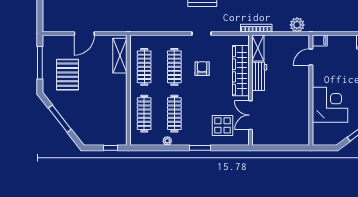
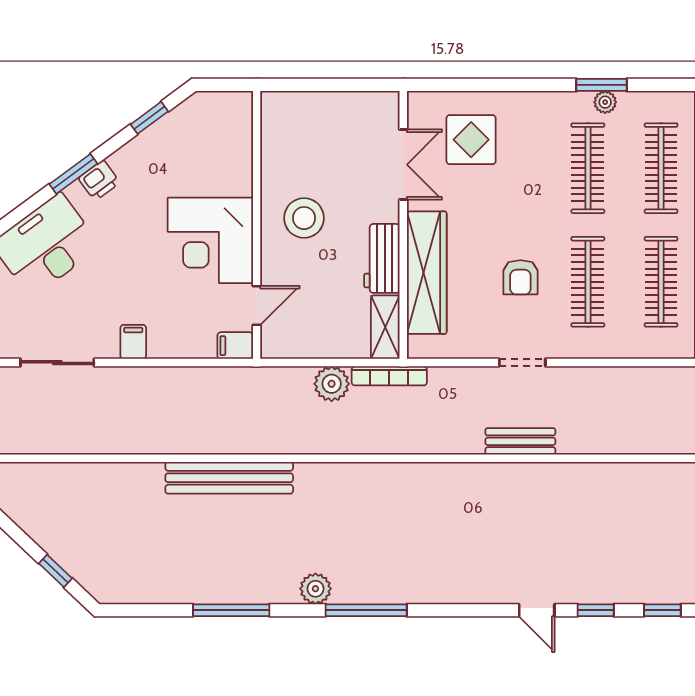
plant: (297, 25) -> (332, 384), moved
stool: (291, 93) -> (304, 218), added
corner desk: (330, 105) -> (210, 240), moved
window: (200, 148) -> (601, 85), moved

